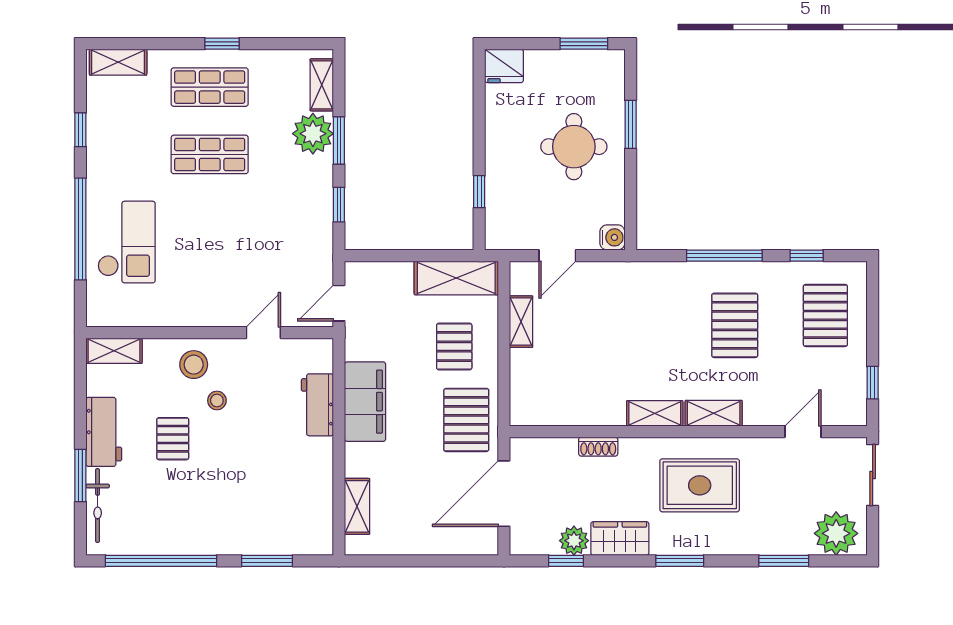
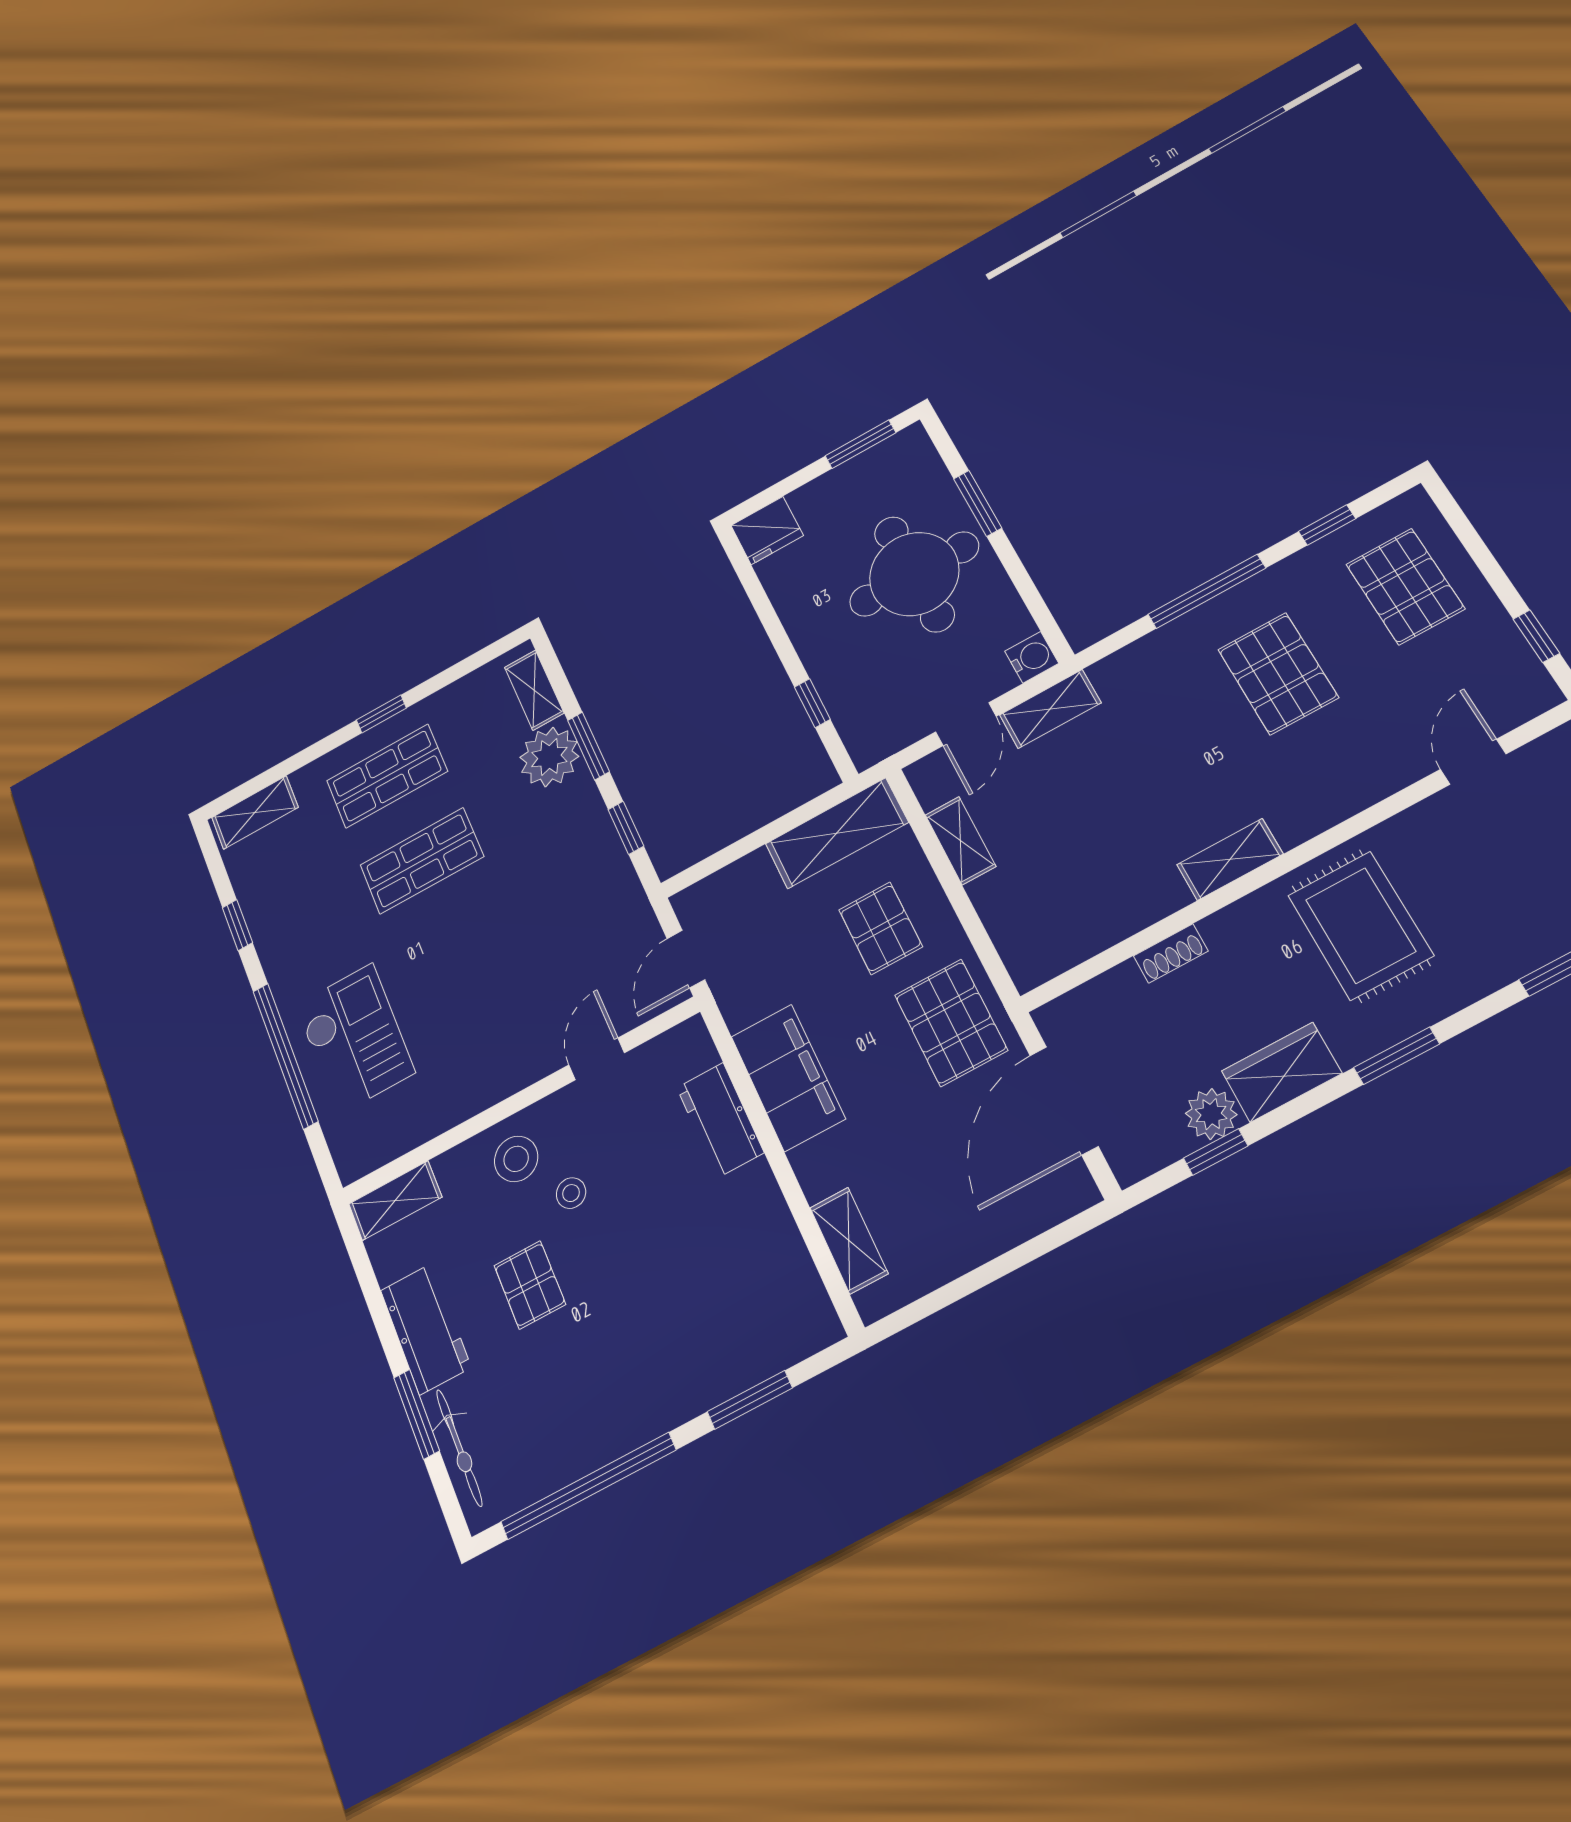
round table: (574, 147) -> (914, 574), width x1.36, depth x1.36
shelving: (714, 413) -> (1050, 709), moved
rug: (700, 485) -> (1360, 925), turned 90

